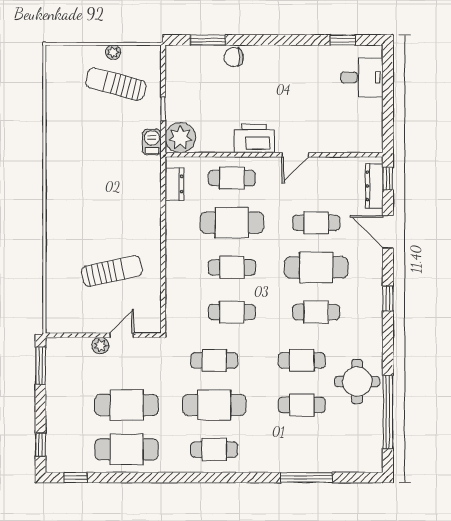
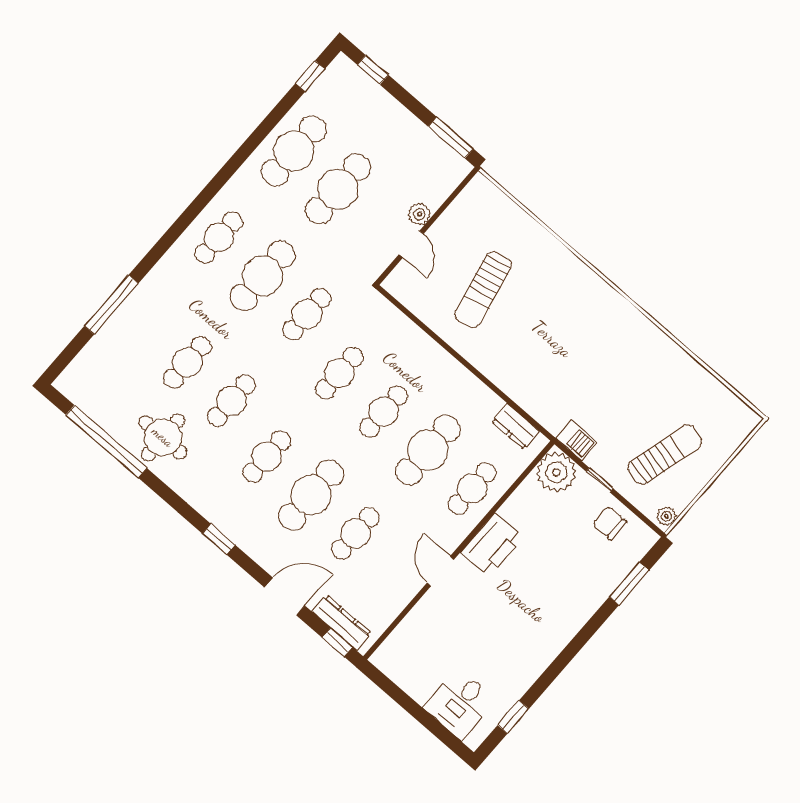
plant: (113, 52) -> (666, 516), moved
chair: (234, 57) -> (609, 523), moved, turned -90

